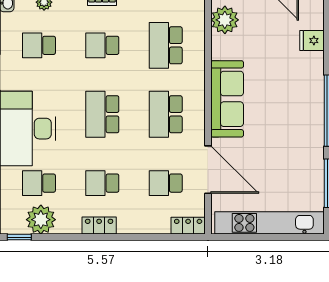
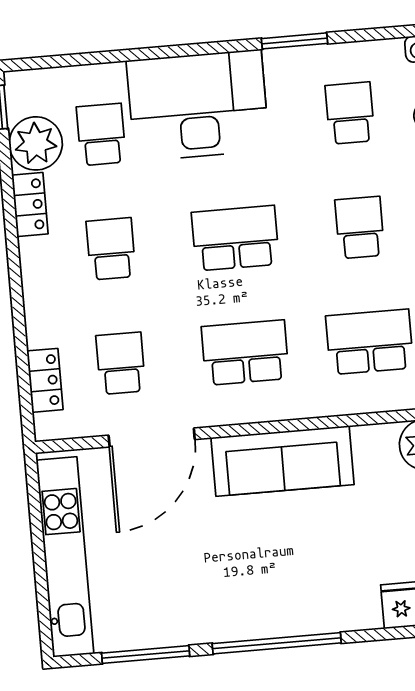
locker: (99, 226) -> (30, 204), moved
locker: (188, 226) -> (45, 380), moved

